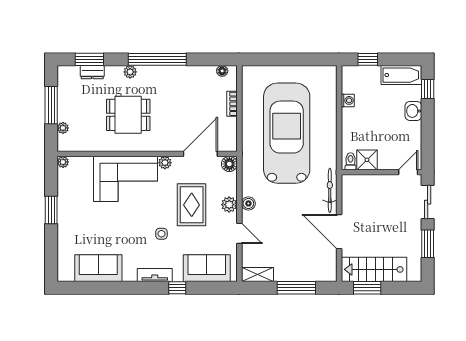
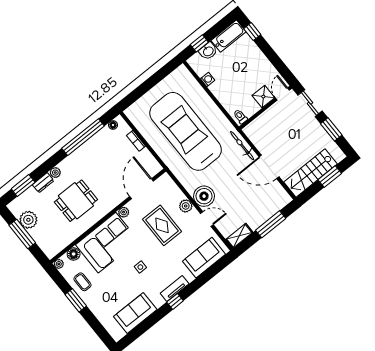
window: (157, 59) -> (83, 137), moved
dresser: (92, 72) -> (43, 183), moved
washbasin: (413, 111) -> (208, 51), moved, turned -90
plant: (63, 128) -> (28, 220), moved, width x1.88, depth x1.88
shower: (367, 160) -> (263, 97), moved
floor lamp: (229, 164) -> (74, 254), moved
coffee table: (72, 197) -> (82, 282), added
boiler: (248, 203) -> (204, 196), width x1.86, depth x1.86
side table: (161, 234) -> (140, 267), moved
window: (177, 288) -> (175, 301), moved
window: (367, 288) -> (330, 177), moved

